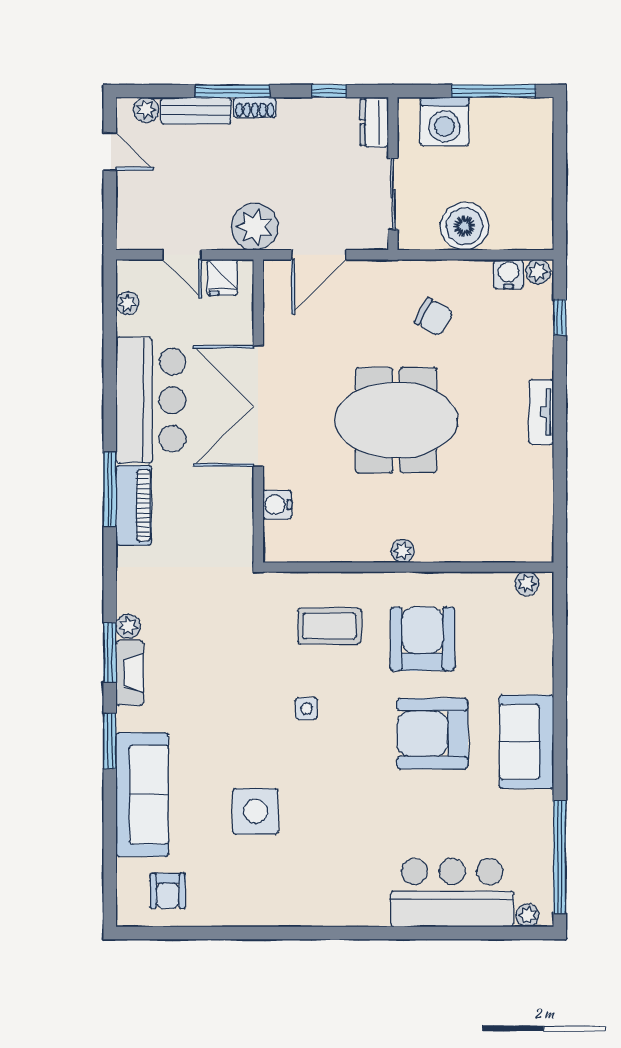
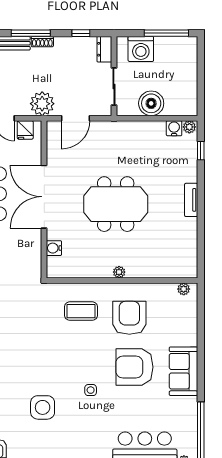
chair: (434, 317) -> (135, 150), removed
side table: (306, 709) -> (91, 390), moved

